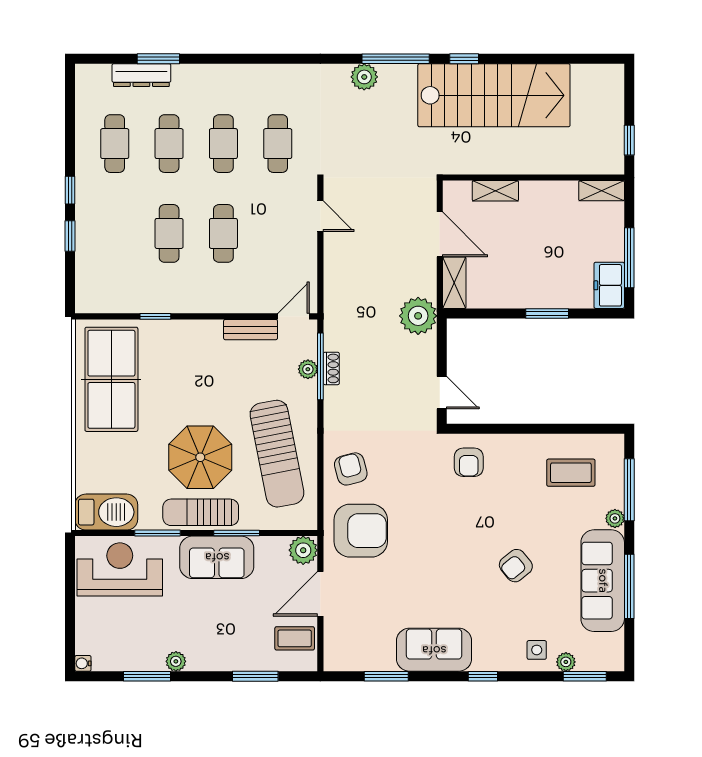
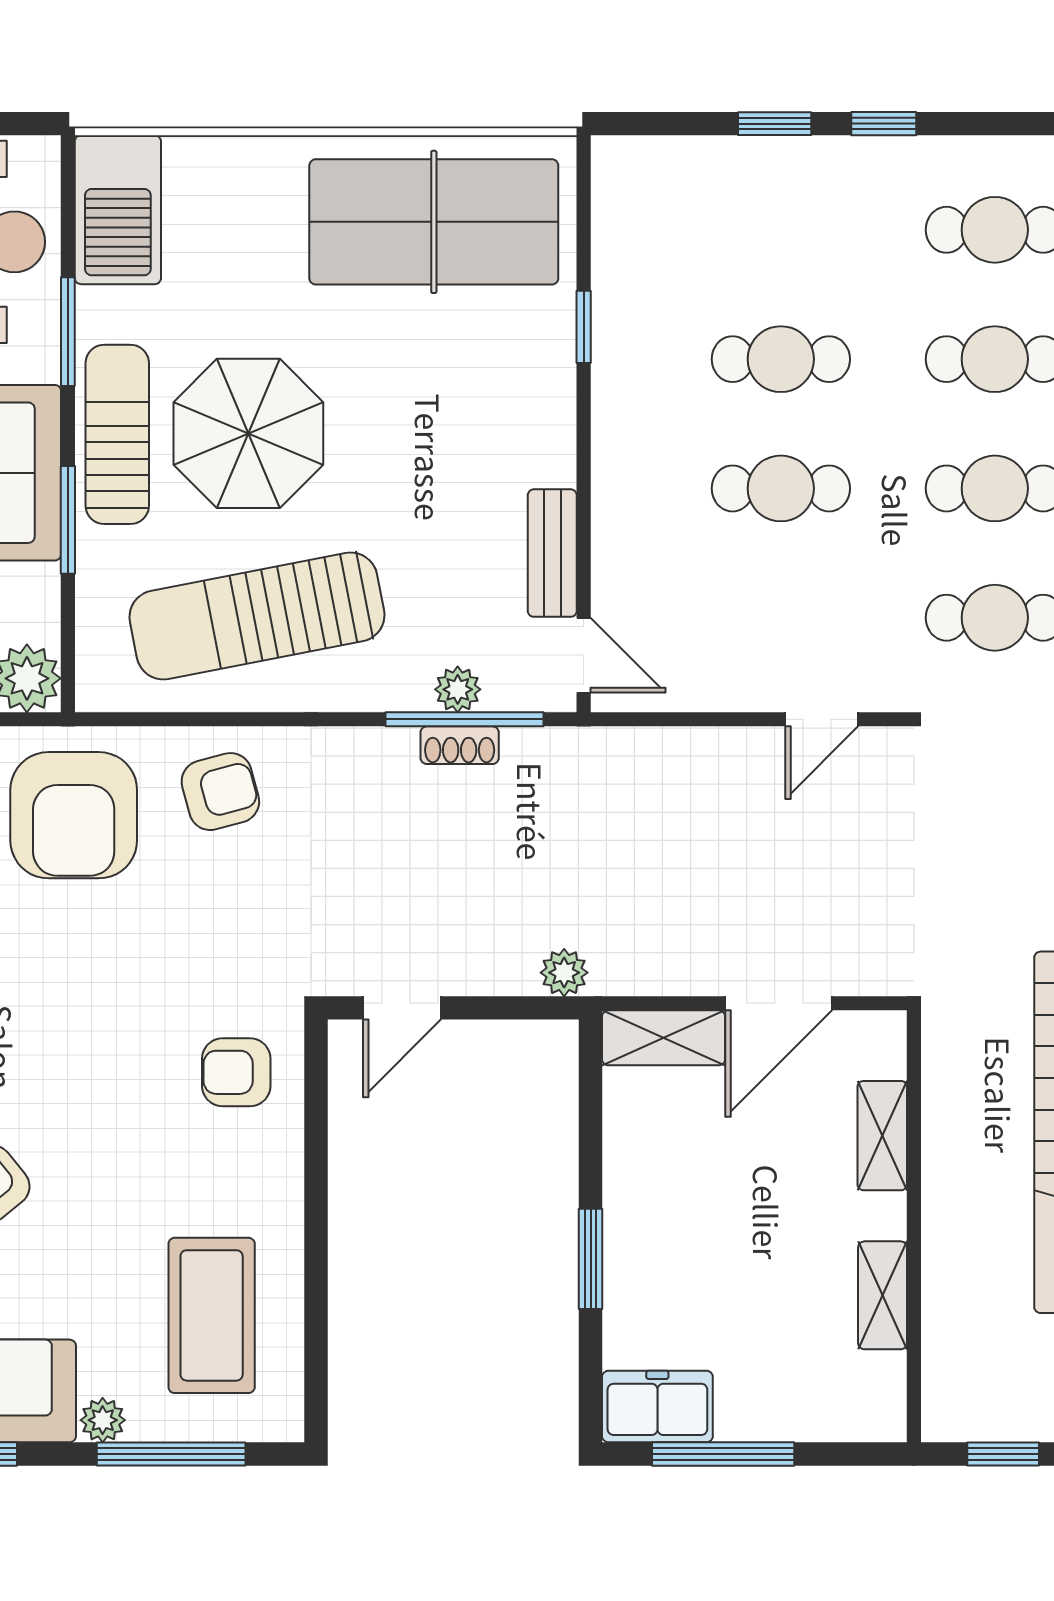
shelving: (602, 191) -> (883, 1295), moved
plant: (418, 316) -> (564, 973), width x0.53, depth x0.53
coffee table: (571, 473) -> (212, 1315), width x1.36, depth x1.32

